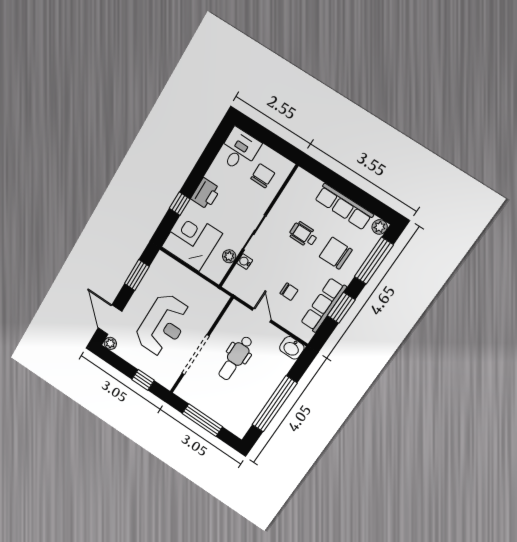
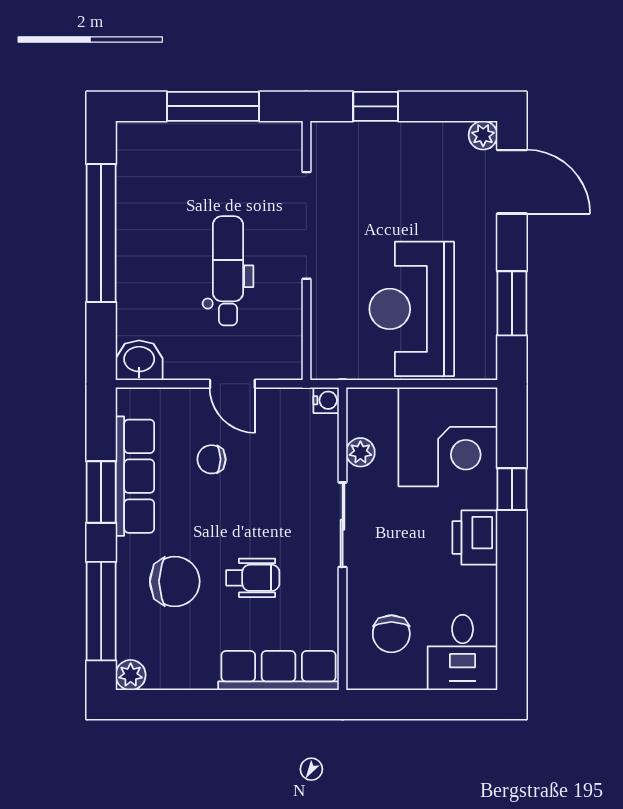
row of seats: (344, 207) -> (278, 671), moved
water cooler: (245, 262) -> (326, 400), moved
reception desk: (163, 325) -> (412, 309), moved

